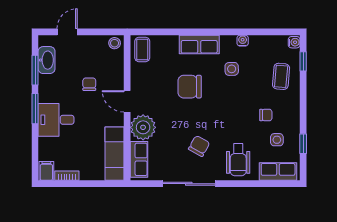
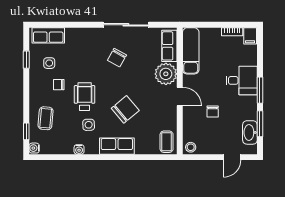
chair: (190, 87) -> (125, 109), turned -40
wheelchair: (238, 160) -> (85, 97), moved

